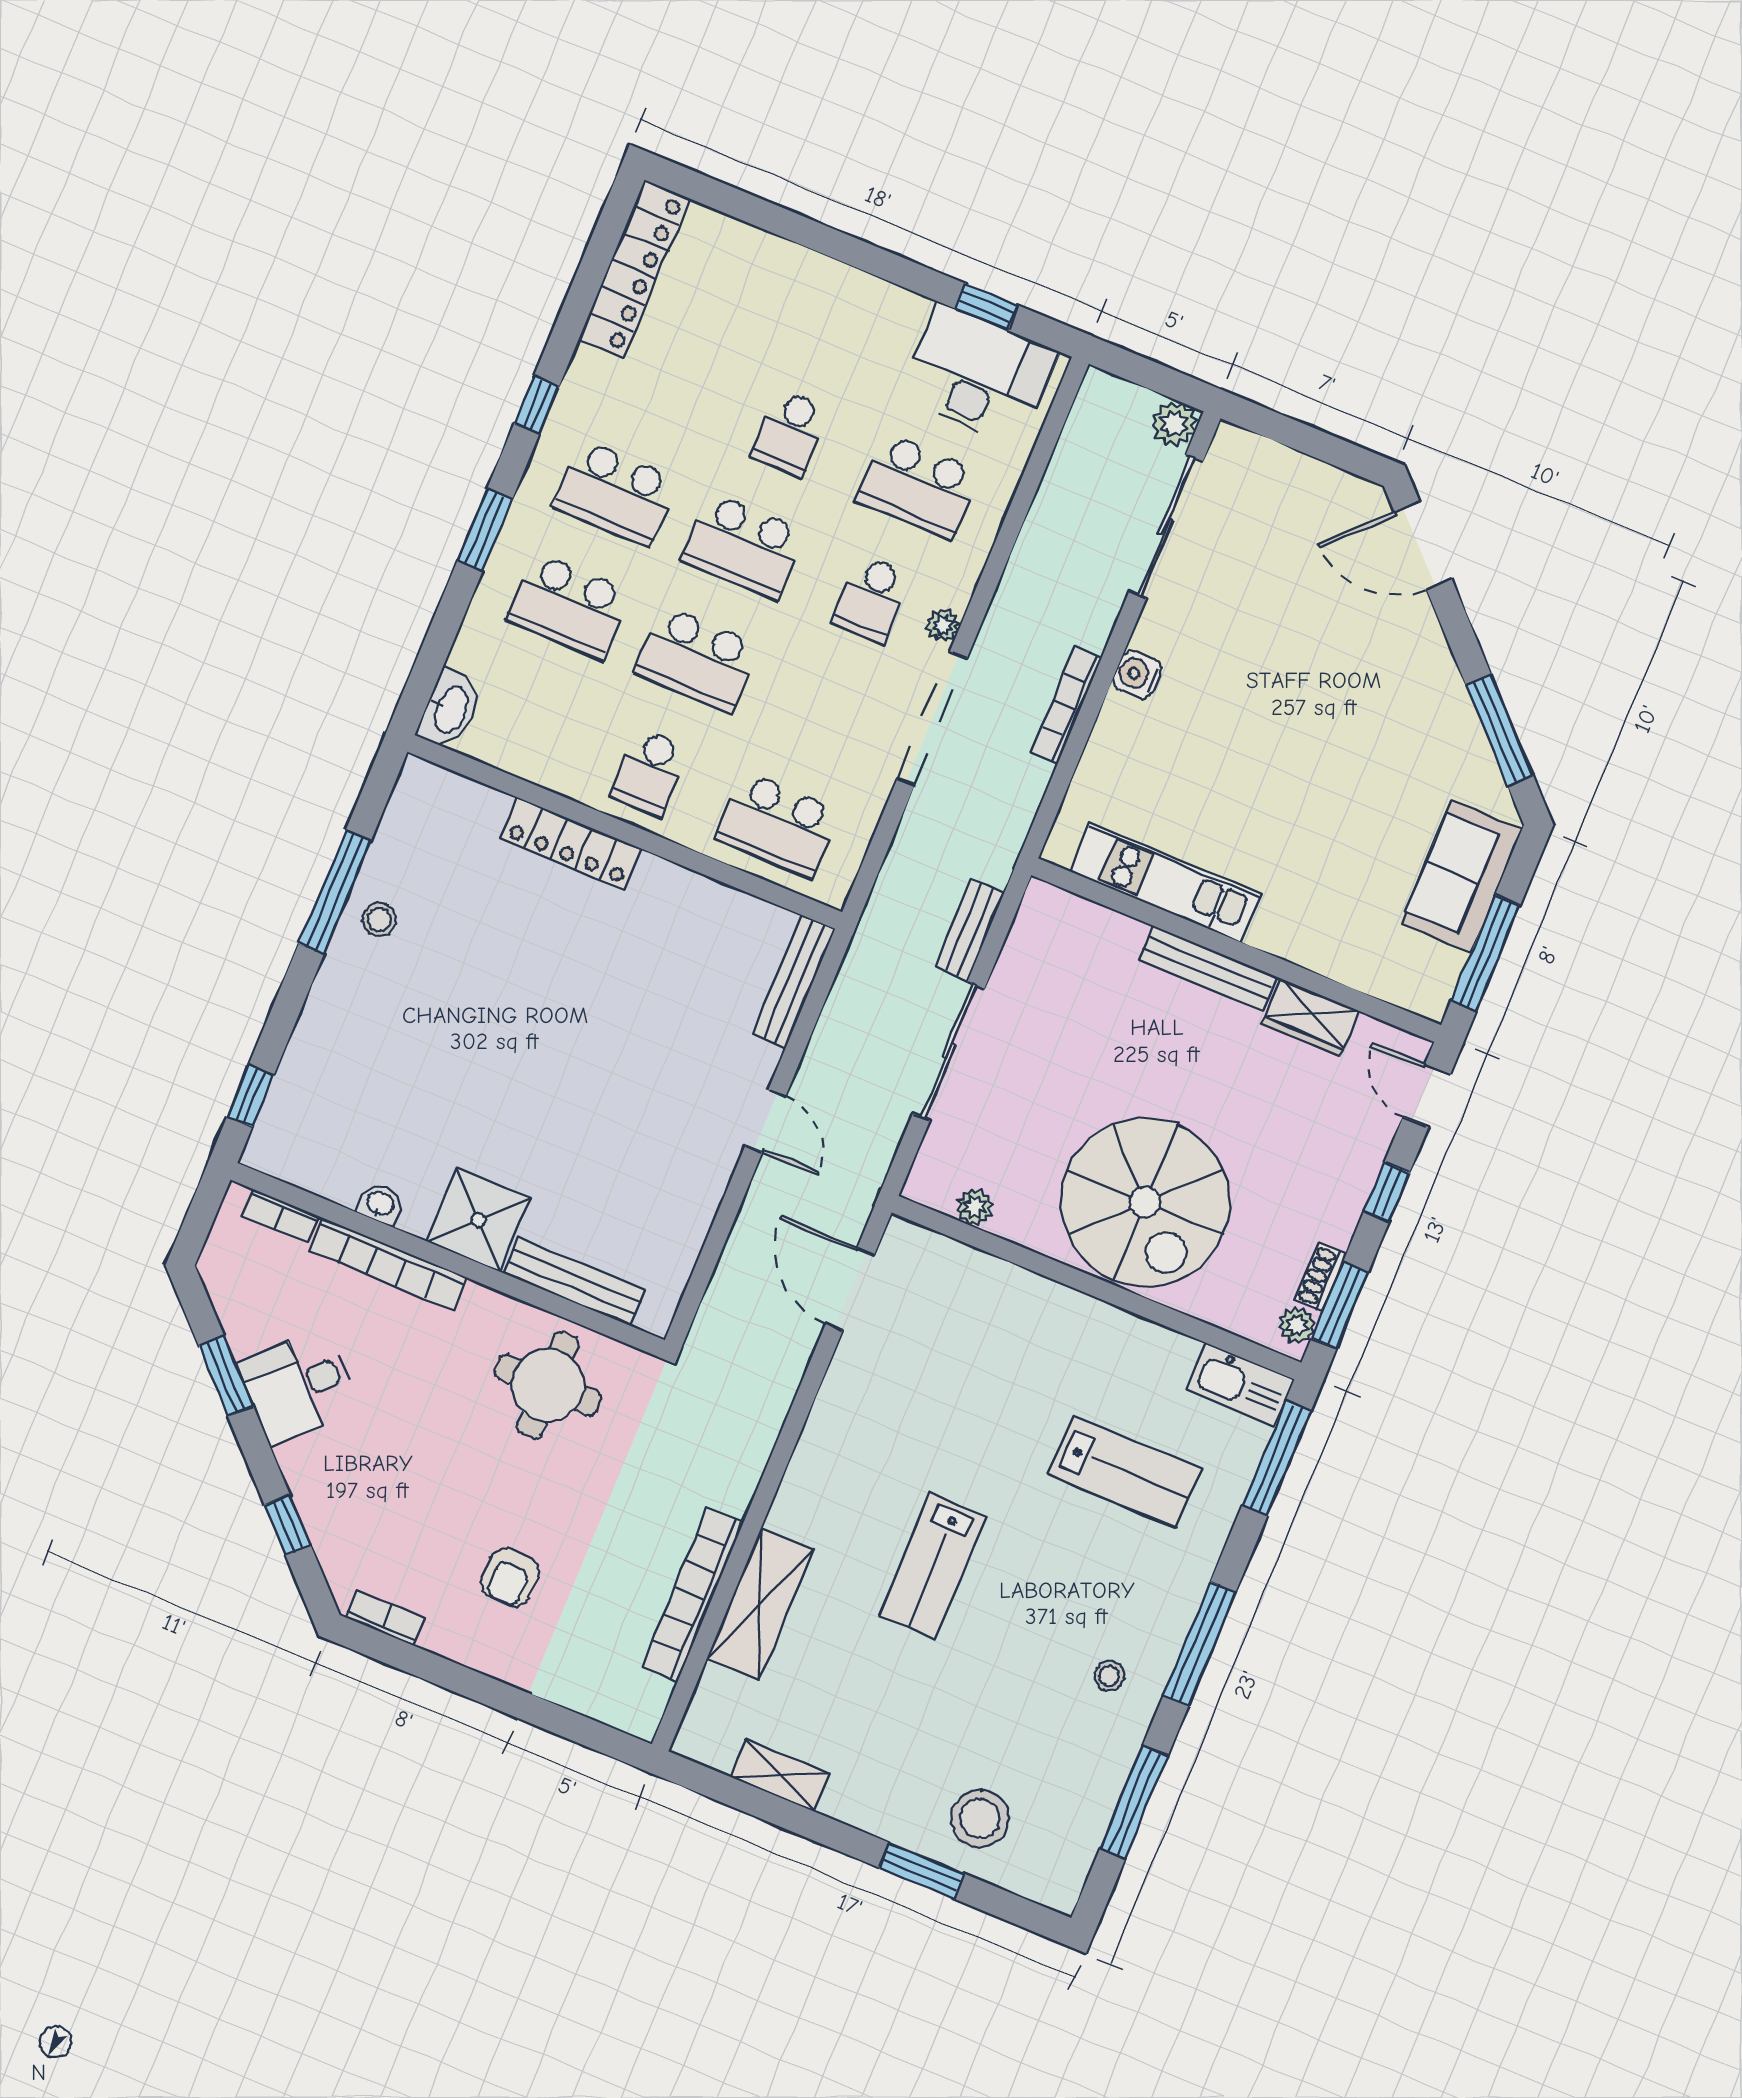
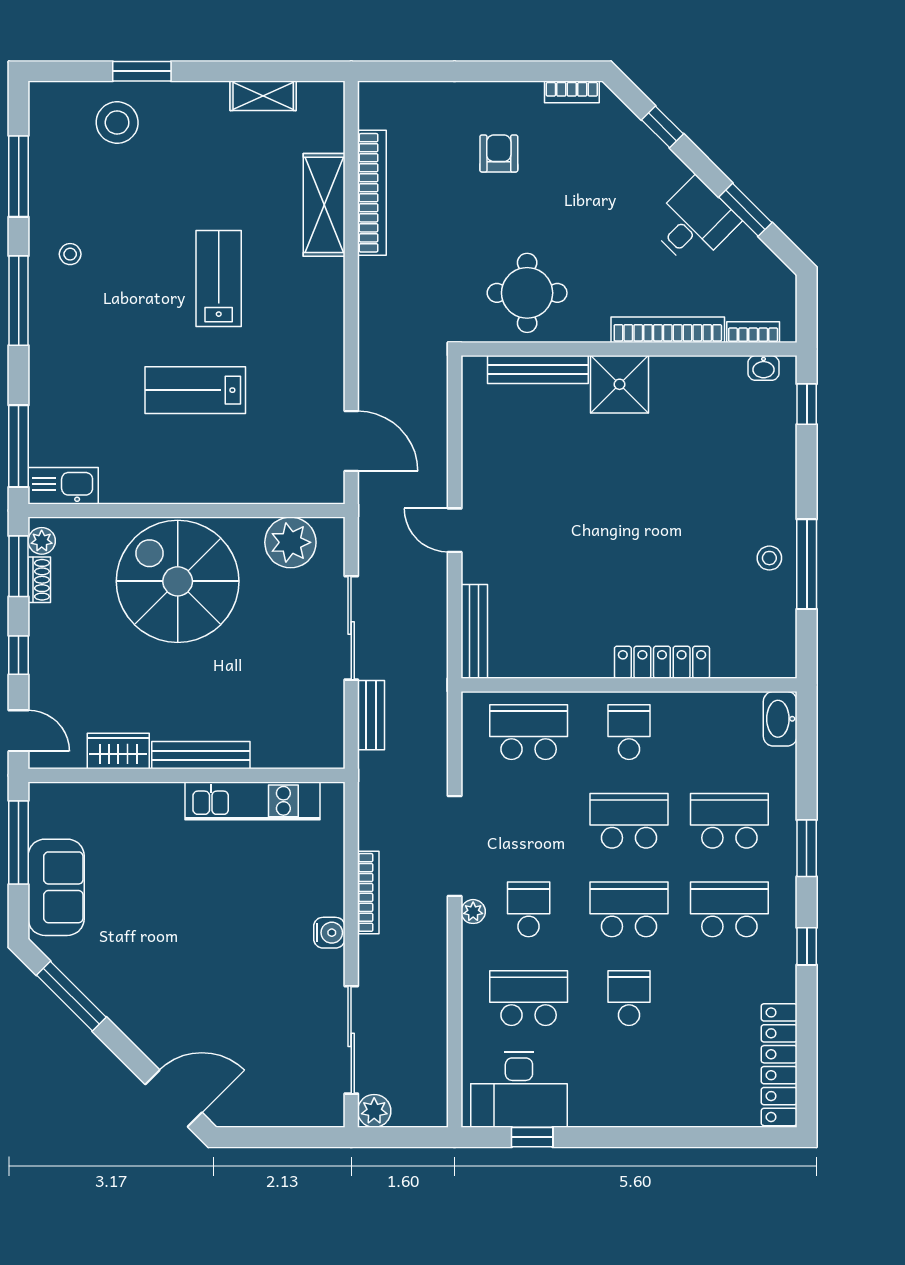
washbasin: (380, 1204) -> (764, 368), moved
plant: (975, 1207) -> (290, 542), width x1.87, depth x1.87
lab bench: (1124, 1472) -> (195, 390), moved

